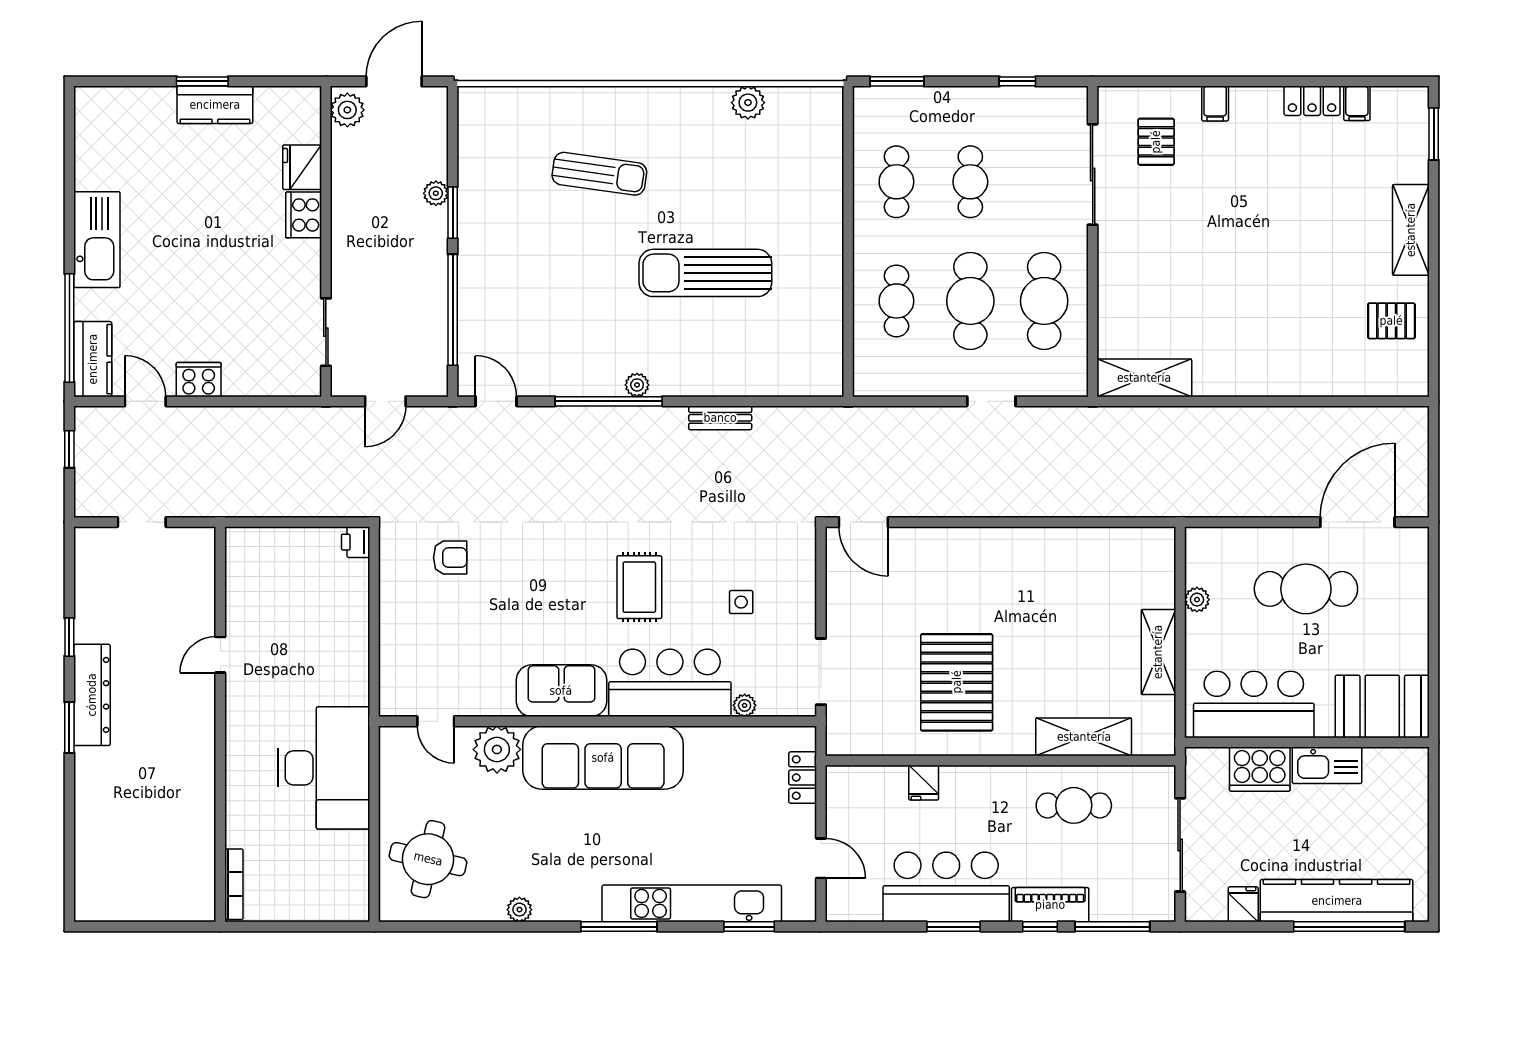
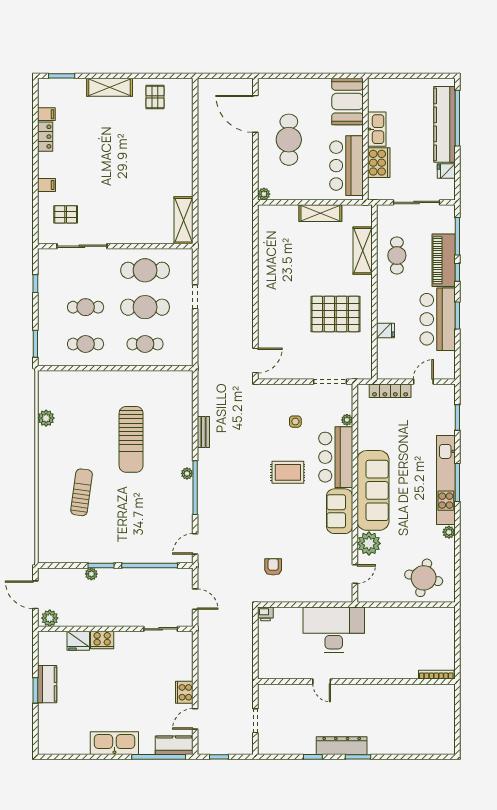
plant: (1197, 600) -> (264, 194), moved
desk: (324, 768) -> (334, 630), moved
locker: (803, 778) -> (390, 391), width x1.53
kitchen unit: (692, 903) -> (446, 480), moved
piano: (1050, 905) -> (444, 260), width x1.37, depth x1.33

